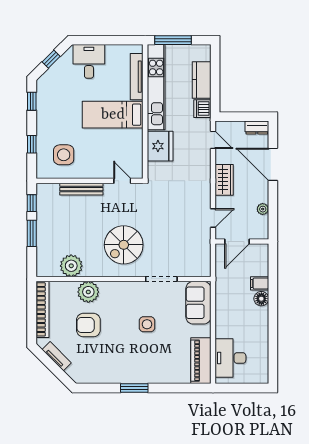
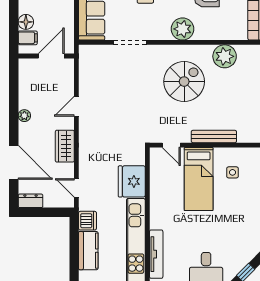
bed: (113, 115) -> (199, 179), moved, turned 90
side table: (64, 155) -> (233, 172), width x0.54, depth x0.54
door: (237, 242) -> (51, 56), moved
wall: (242, 242) -> (46, 56), moved
spiral stairs: (124, 245) -> (184, 82), moved
plant: (88, 292) -> (183, 29), moved

